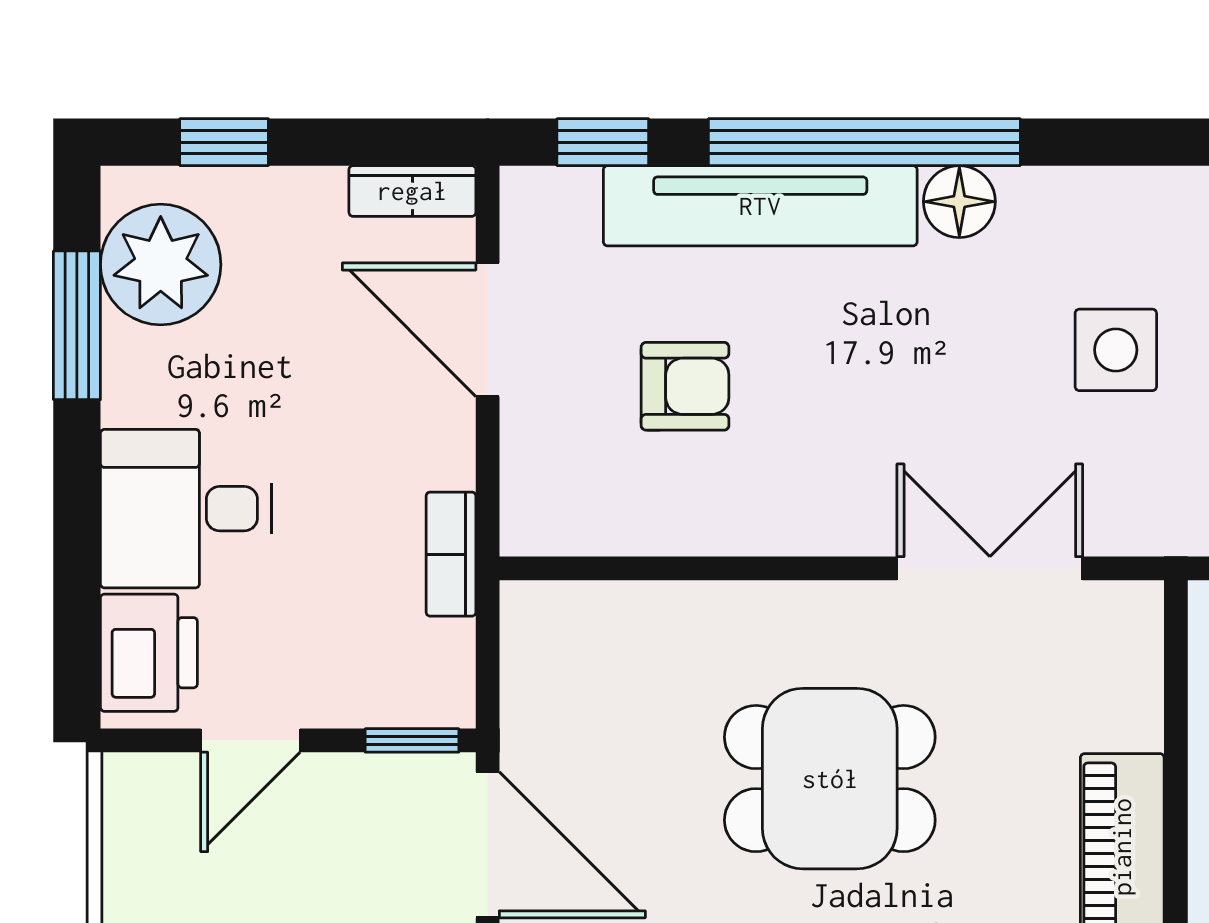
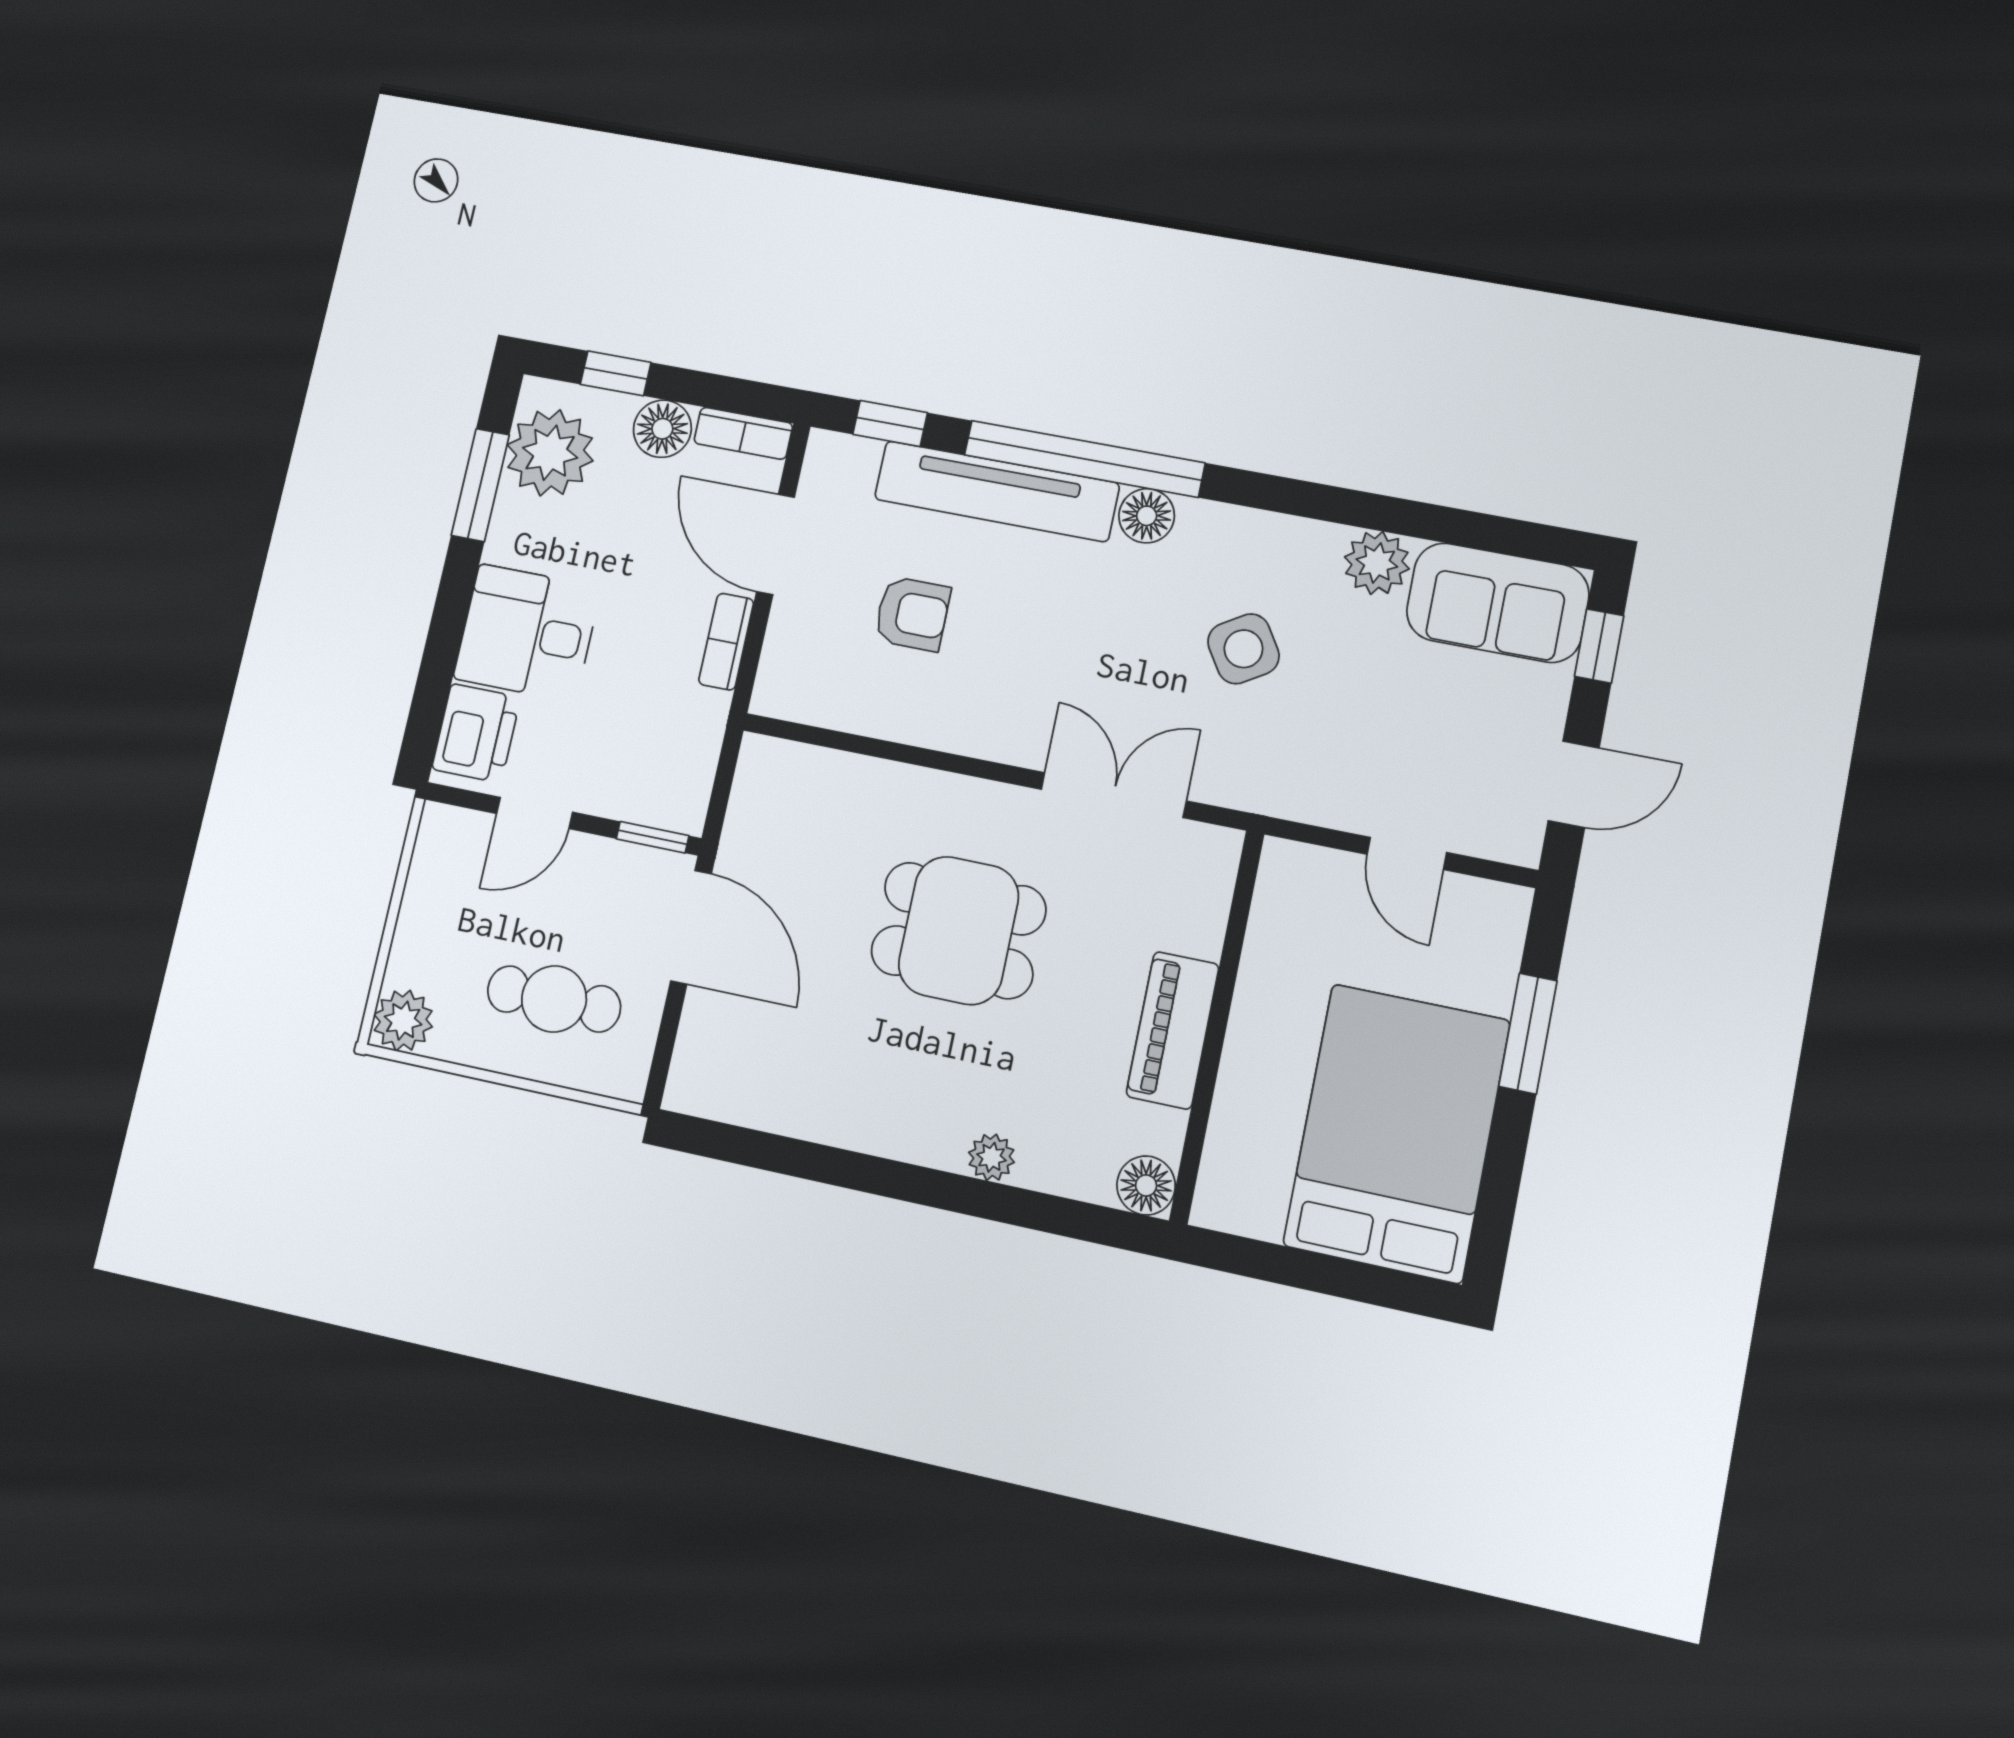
floor lamp: (304, 205) -> (662, 429), added
side table: (1116, 350) -> (1243, 649), turned -32
bookcase: (451, 554) -> (726, 642), moved

